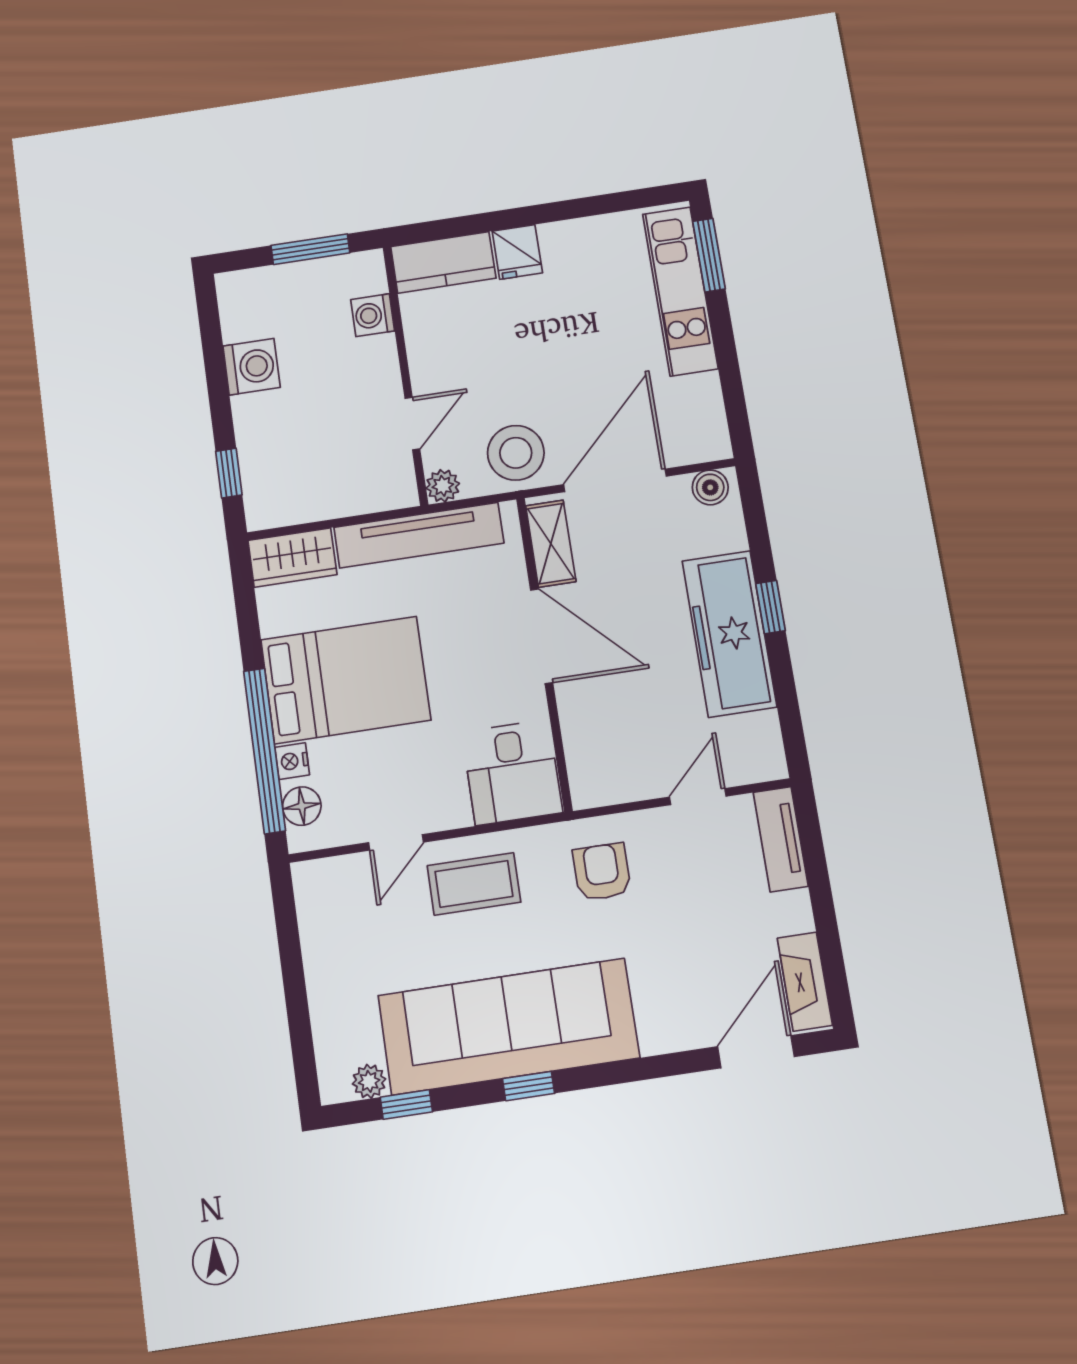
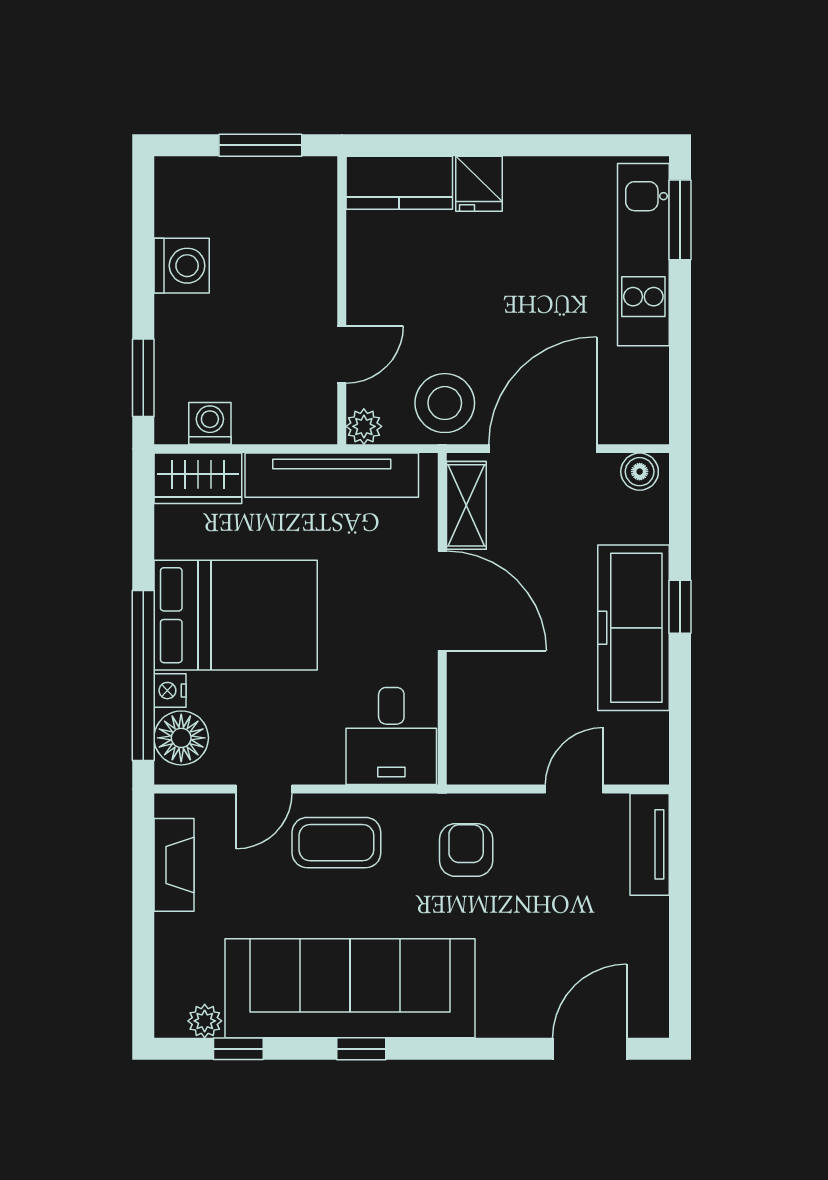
washing machine: (373, 315) -> (210, 423), moved, turned 90
window: (229, 473) -> (143, 378), width x1.50
floor lamp: (302, 806) -> (181, 738), width x1.38, depth x1.38
fireplace: (805, 982) -> (174, 865), moved, turned 180

